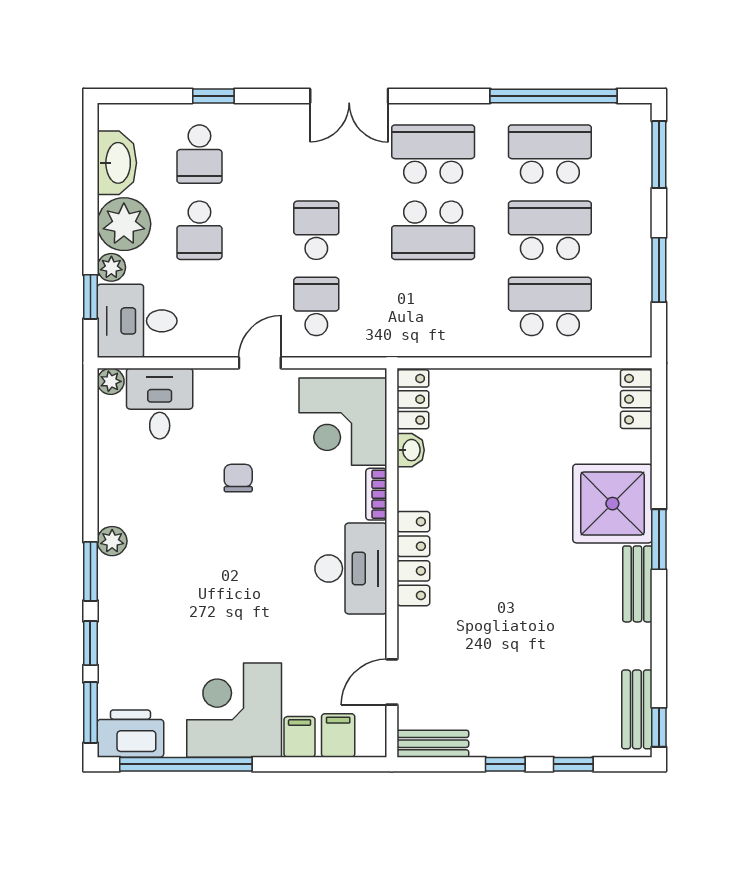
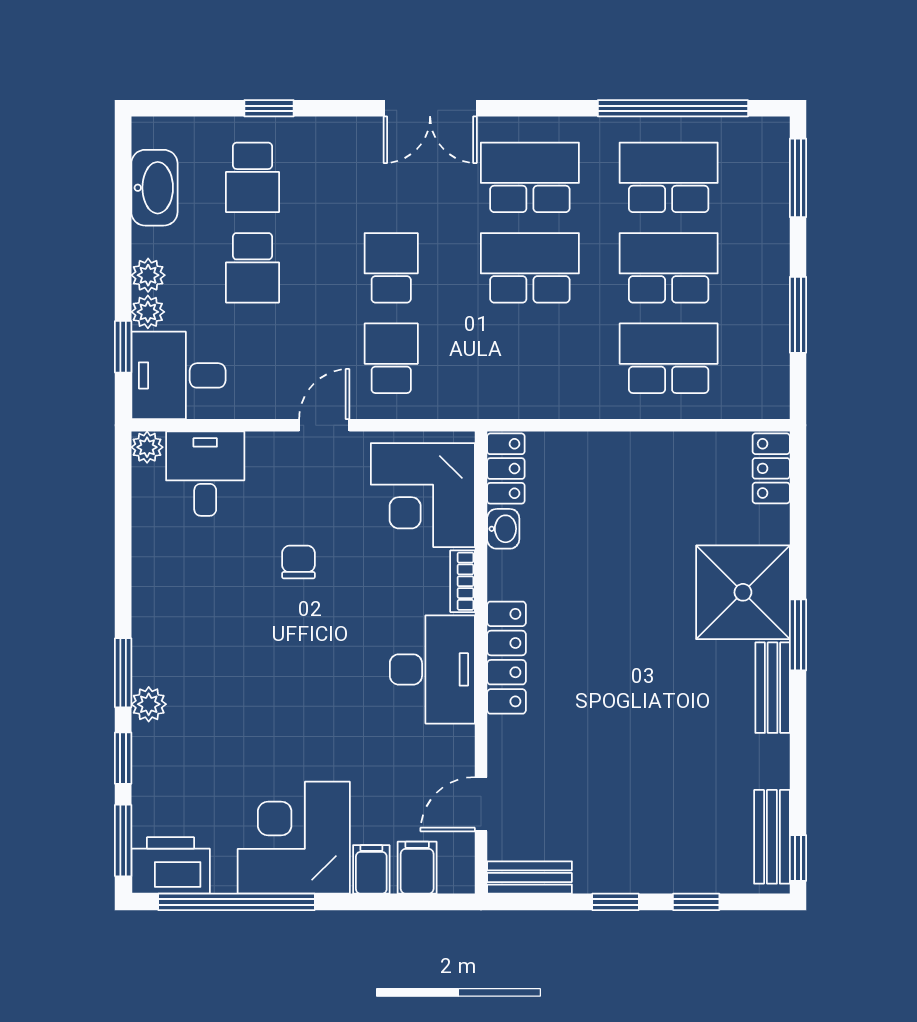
plant: (124, 224) -> (148, 275), width x0.53, depth x0.53
school desk: (433, 230) -> (530, 268), turned 180
plant: (112, 541) -> (149, 704), moved

